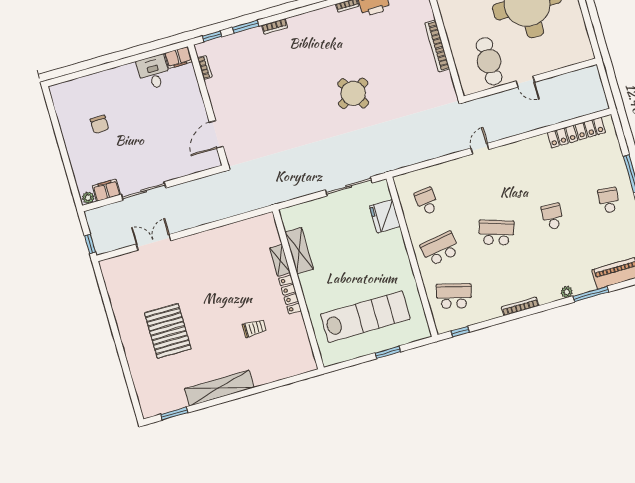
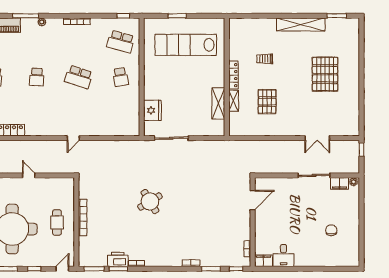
cafe table: (489, 61) -> (57, 222), moved, width x0.73, depth x0.74
school desk: (427, 201) -> (121, 112), removed
school desk: (440, 249) -> (121, 77), width x0.54
pallet: (235, 272) -> (267, 102), added

